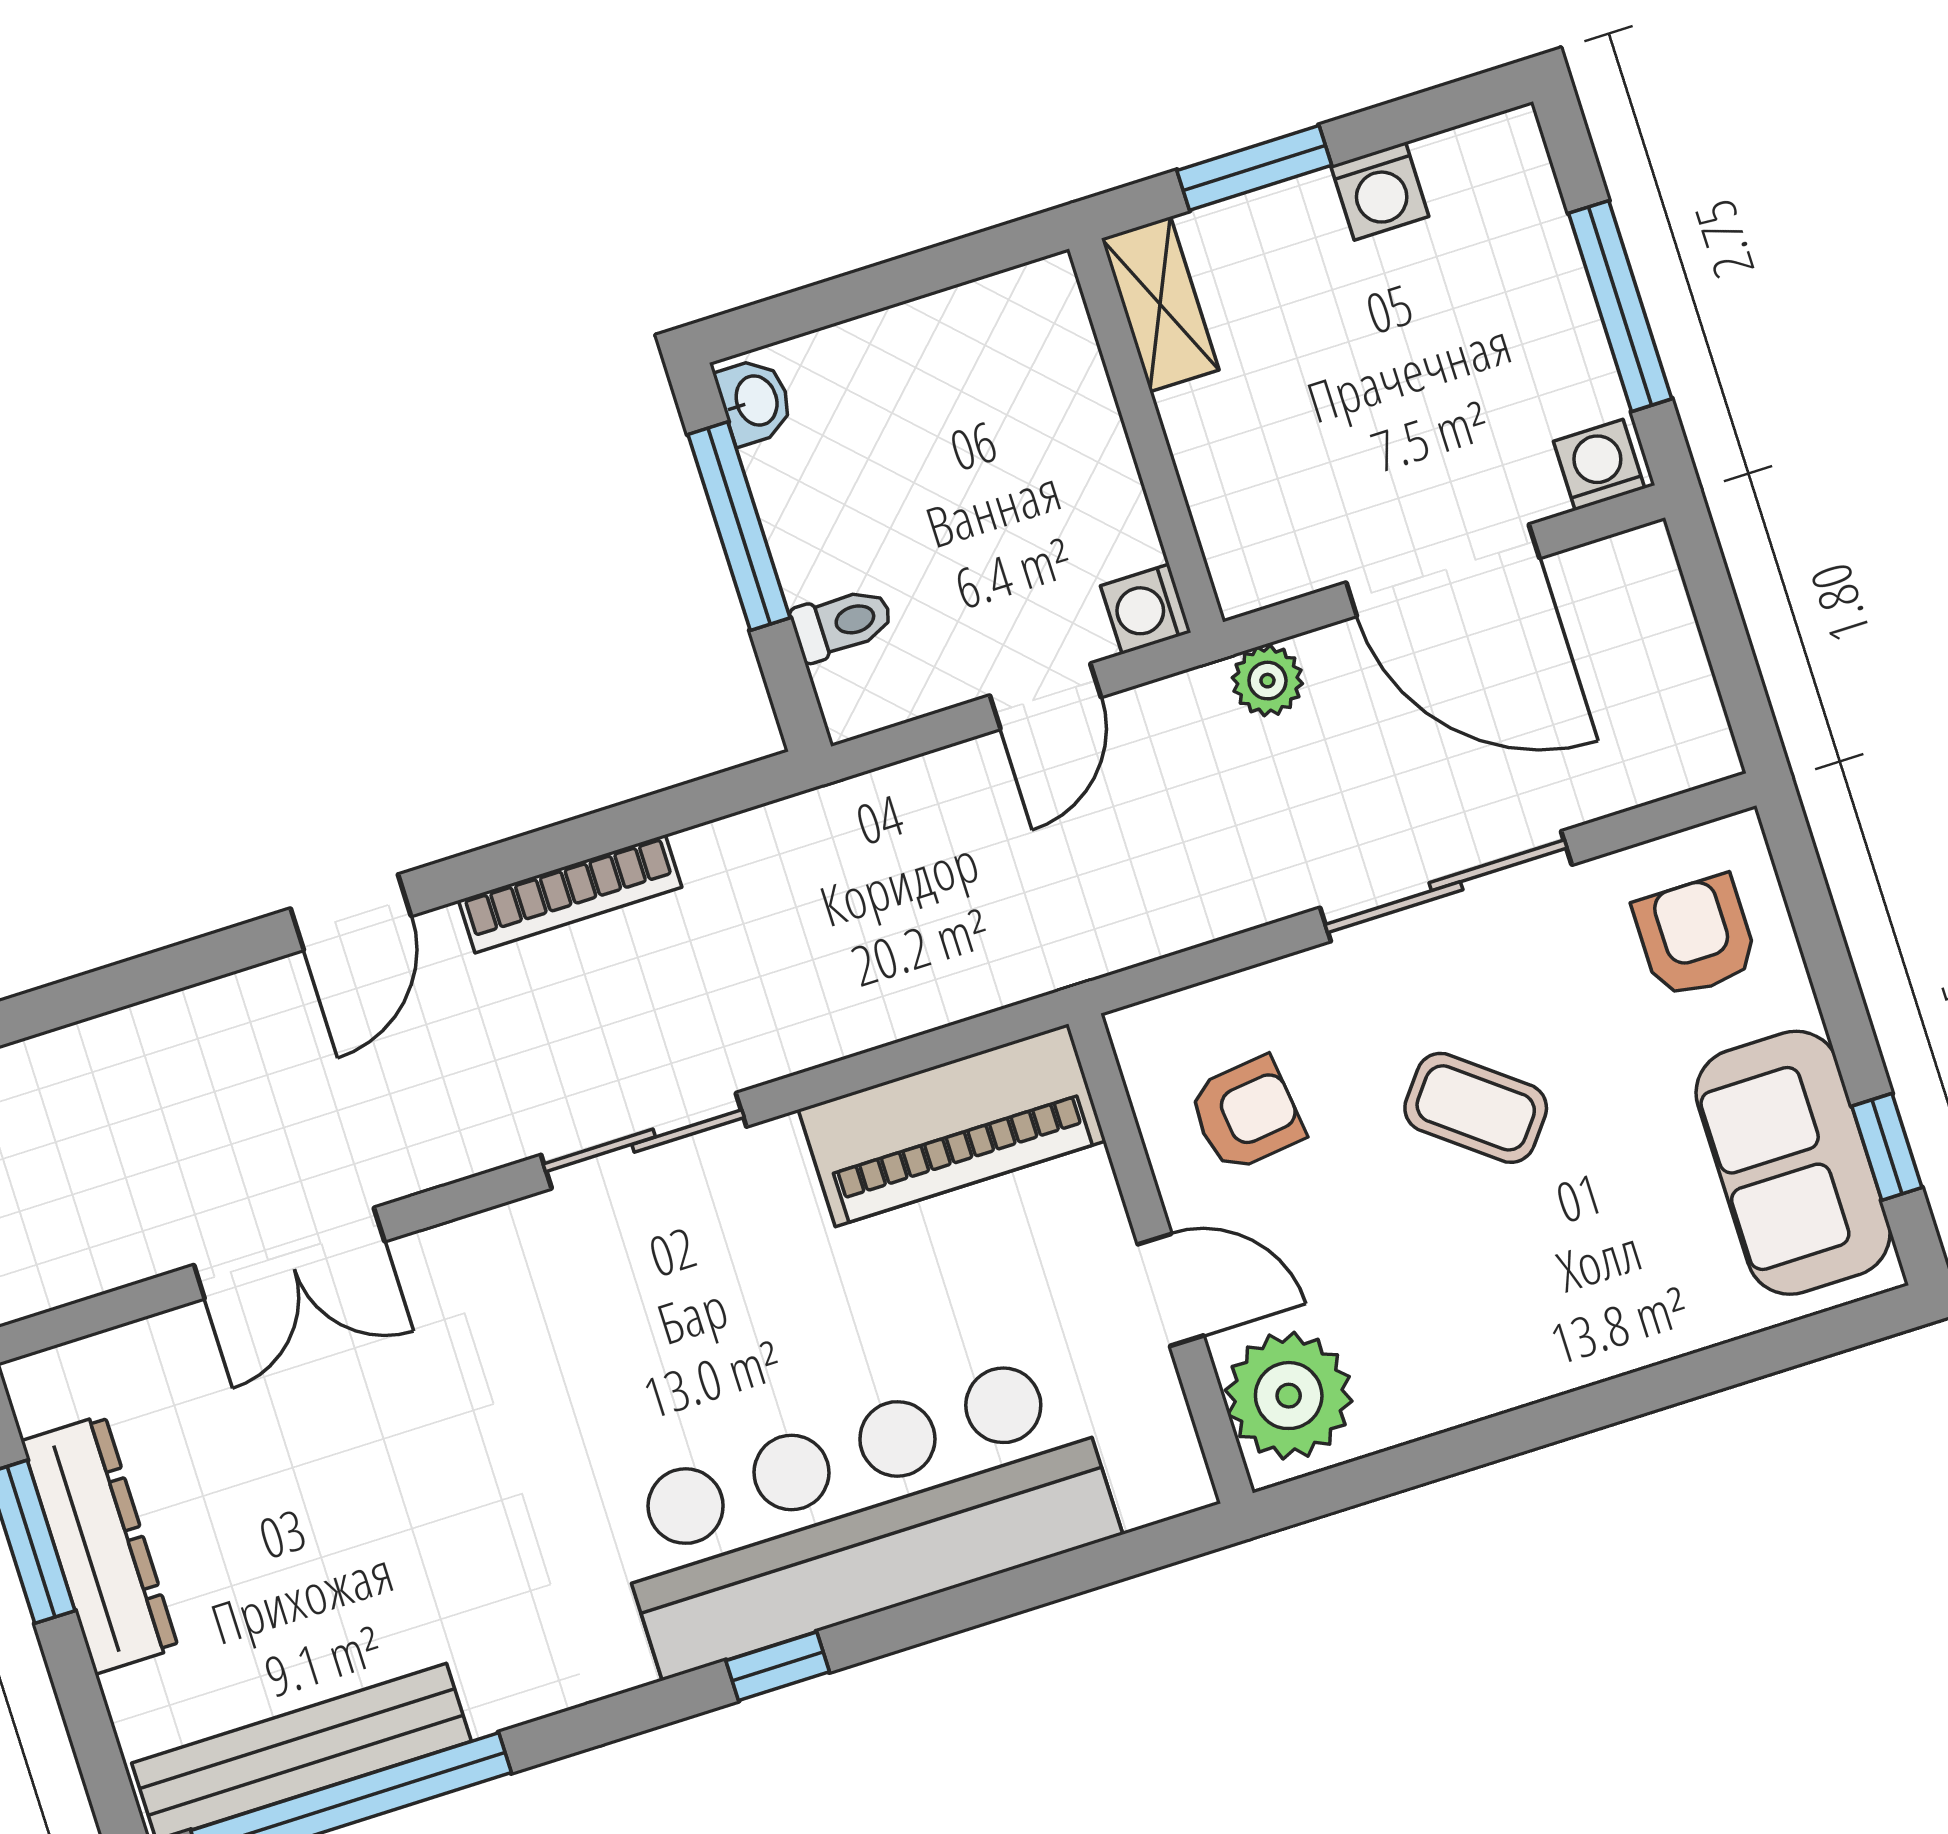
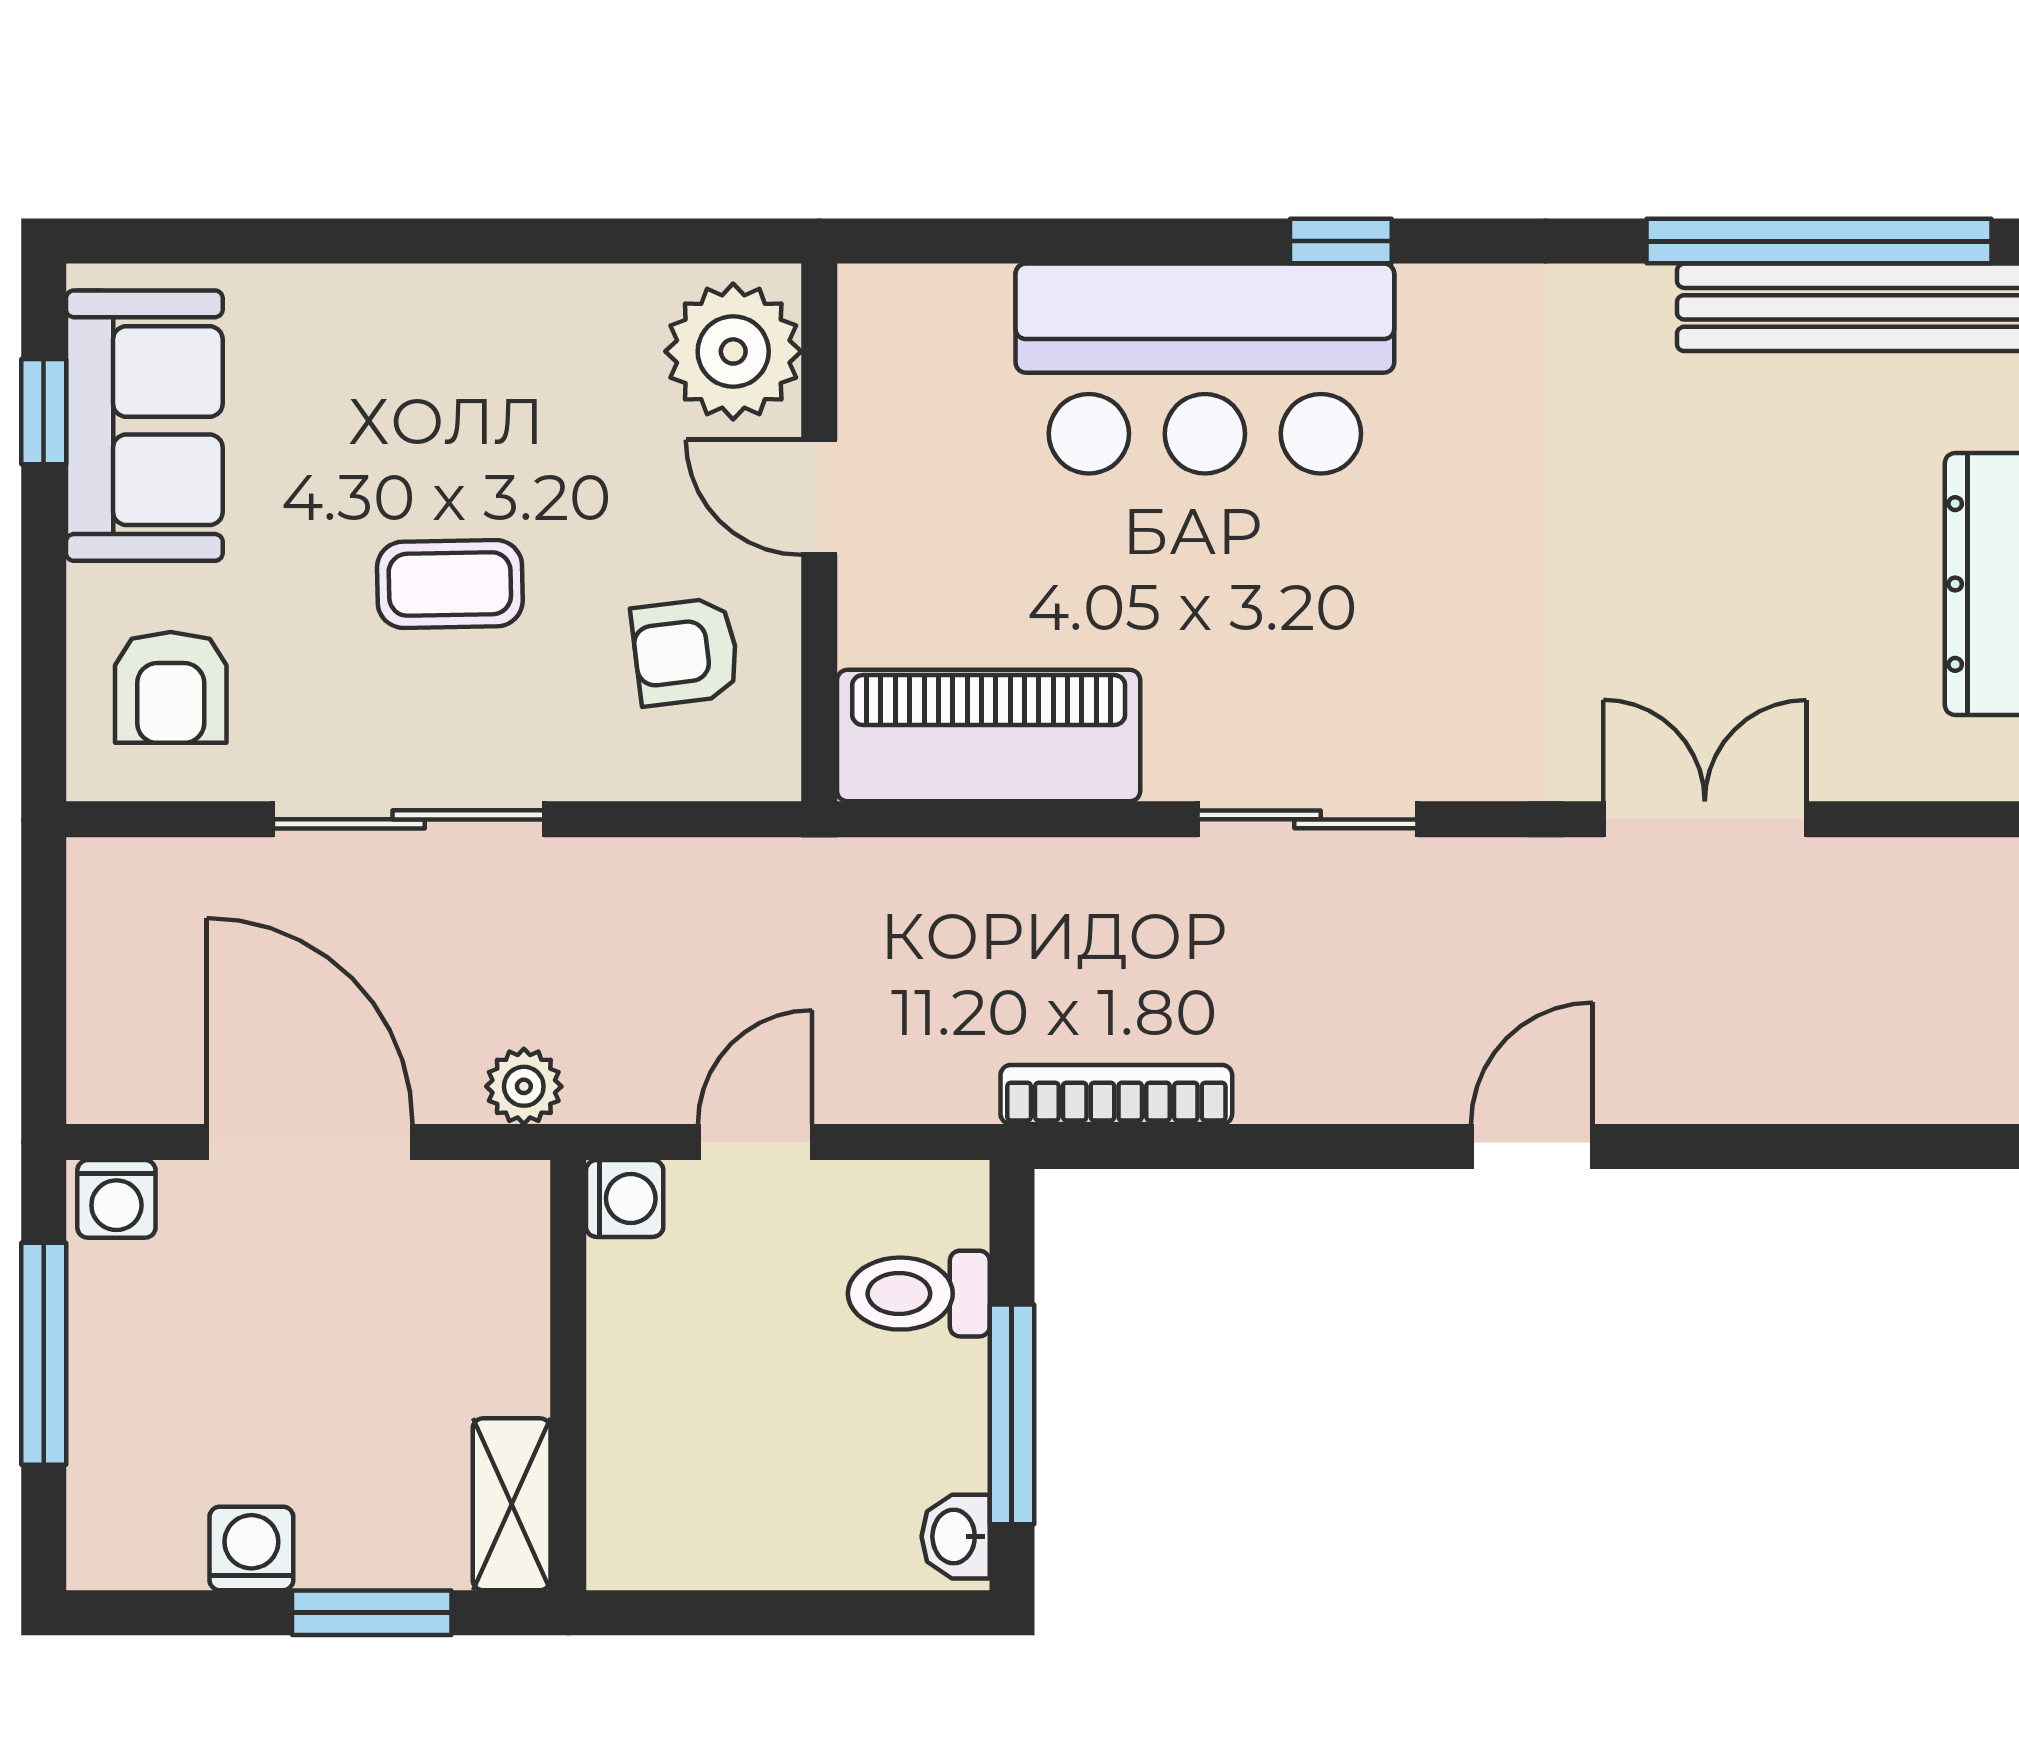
toilet: (842, 623) -> (919, 1294), width x1.37, depth x1.39
bookcase: (570, 894) -> (1116, 1094), moved
coffee table: (1476, 1108) -> (450, 584), turned -39
bar counter: (863, 1514) -> (1205, 369), width x0.73

